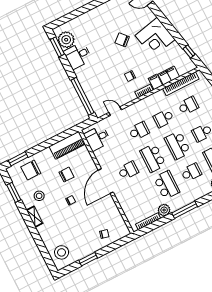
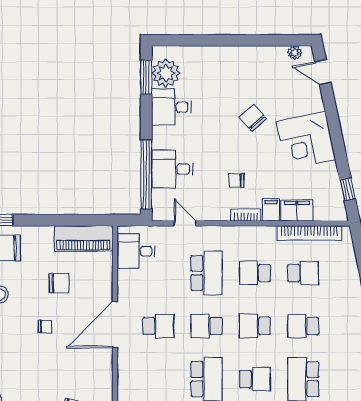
desk: (94, 87) -> (172, 169), added
school desk: (139, 131) -> (207, 273), width x1.85
school desk: (177, 145) -> (255, 326), width x0.54
school desk: (153, 158) -> (207, 326), width x0.54

